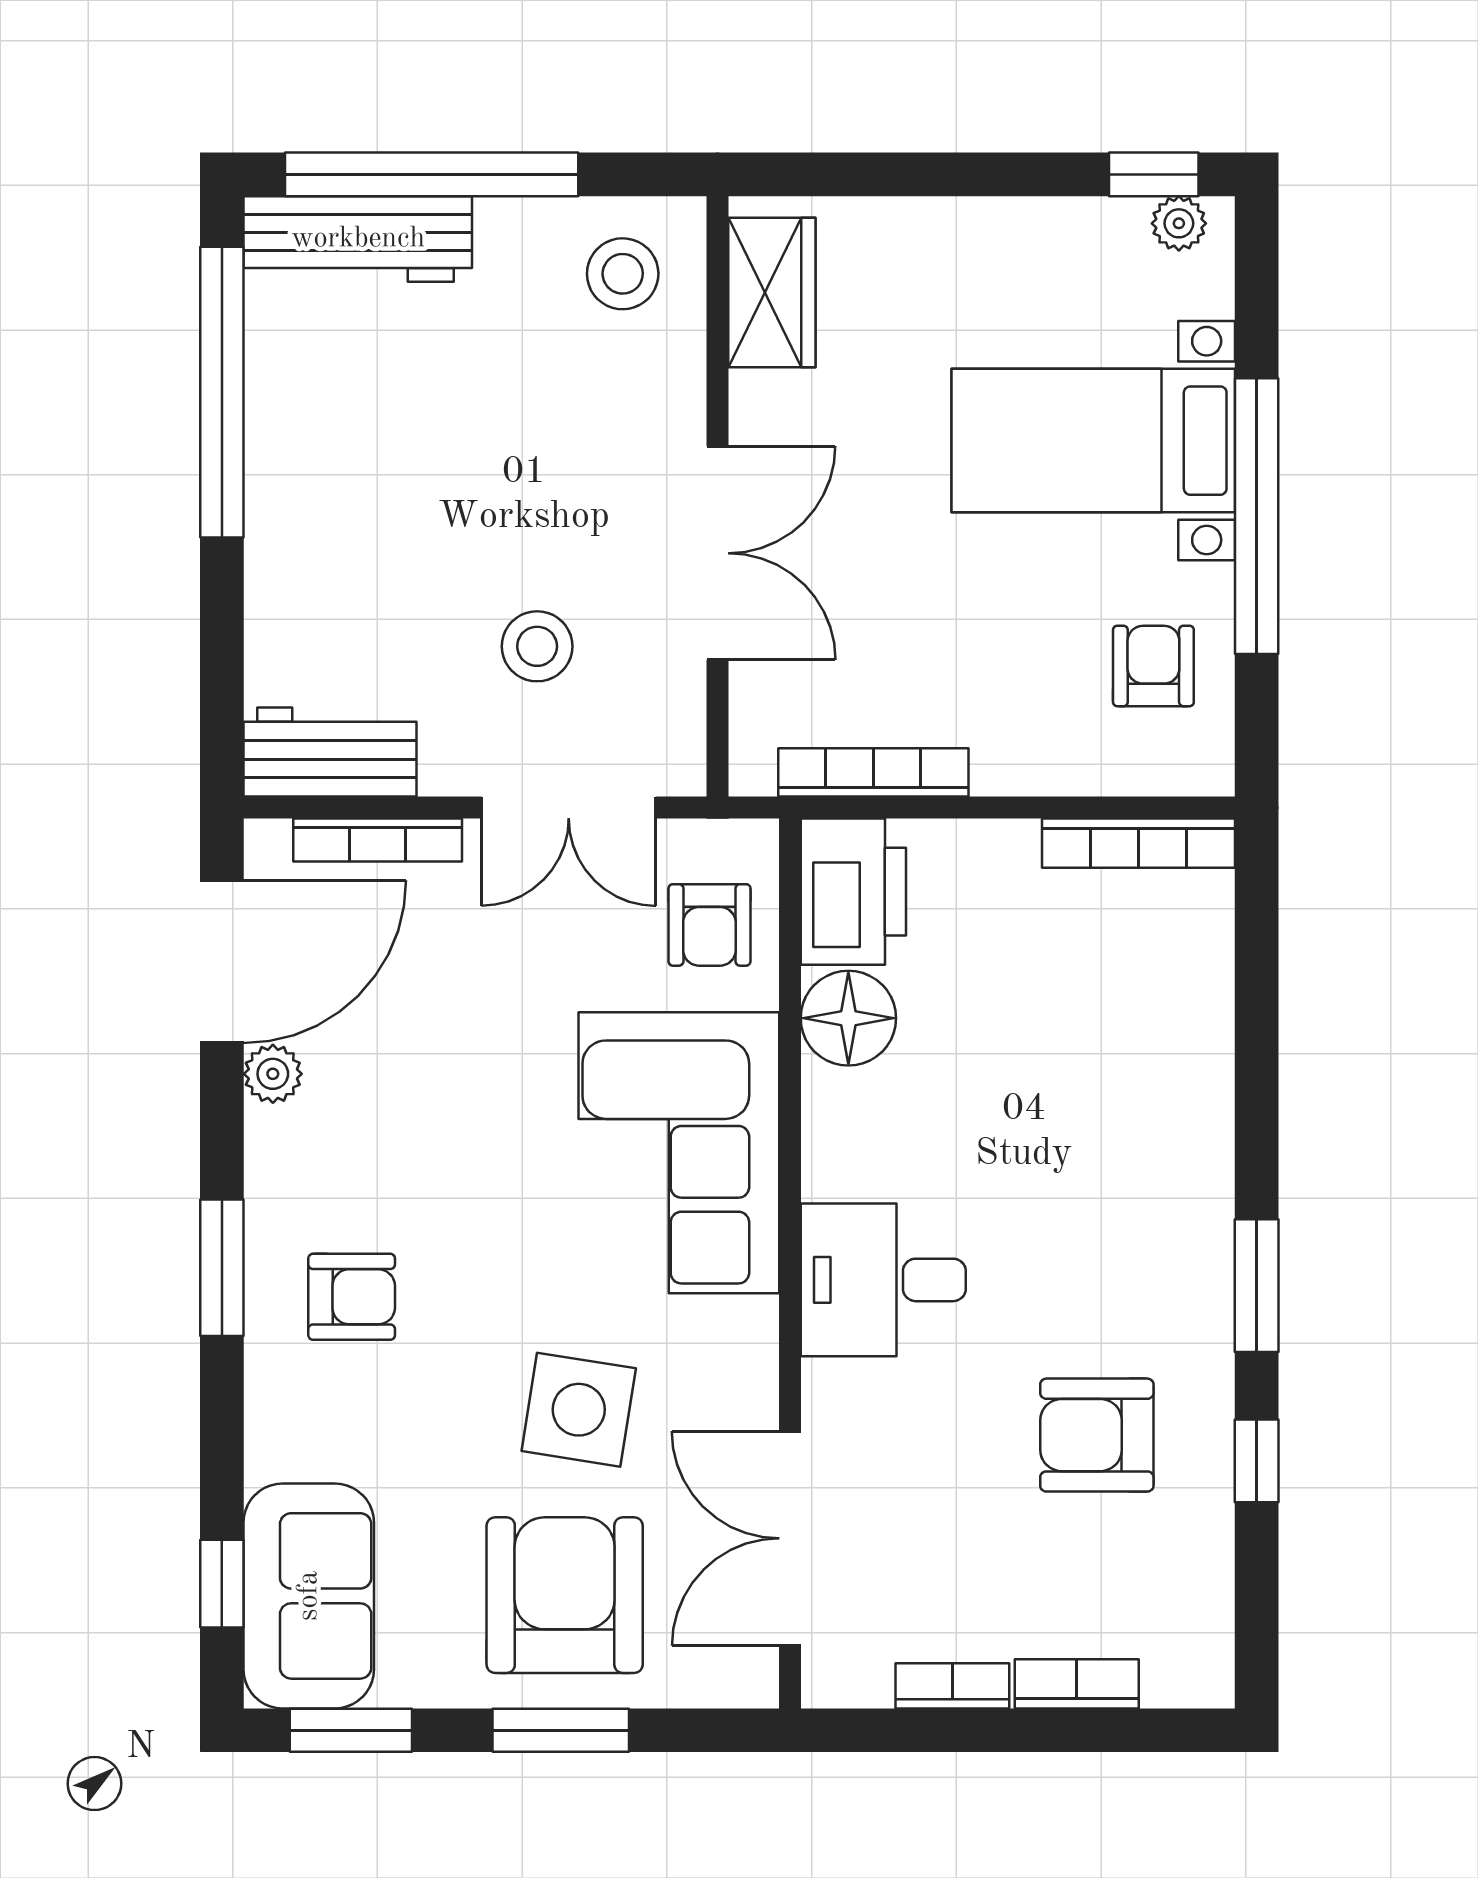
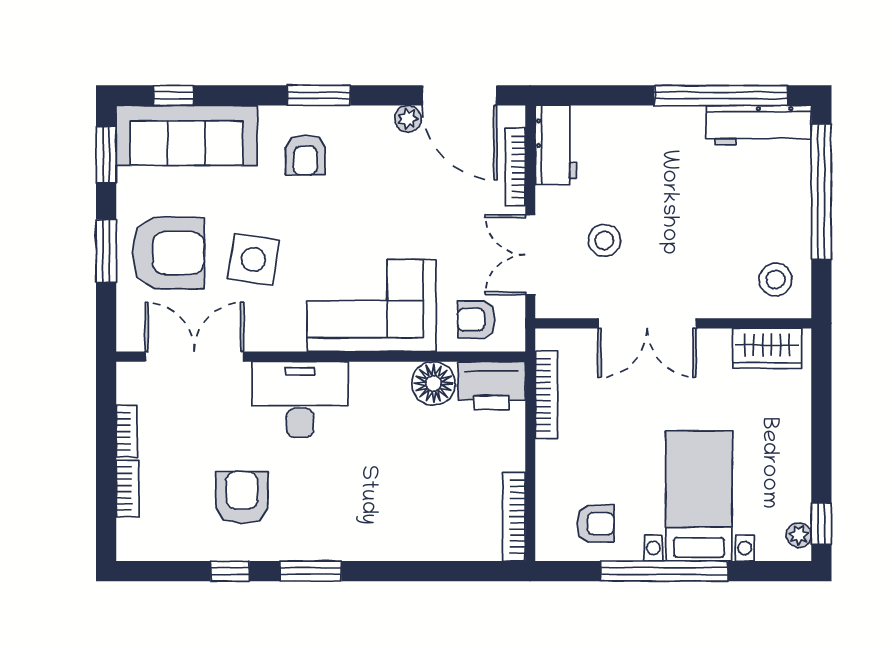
workbench: (358, 239) -> (759, 125), moved, turned -90
desk: (883, 1280) -> (300, 399), width x1.37
sofa: (309, 1596) -> (187, 135), width x1.36

